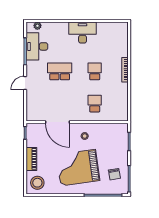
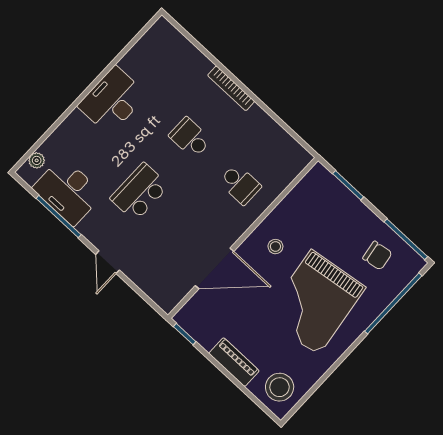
school desk: (95, 104) -> (240, 184), turned 180

